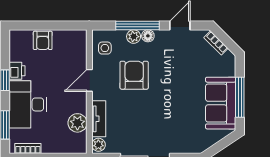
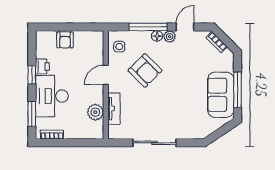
plant: (134, 37) -> (170, 37), moved
armchair: (134, 75) -> (145, 70), turned 135
plant: (98, 145) -> (114, 131), removed

